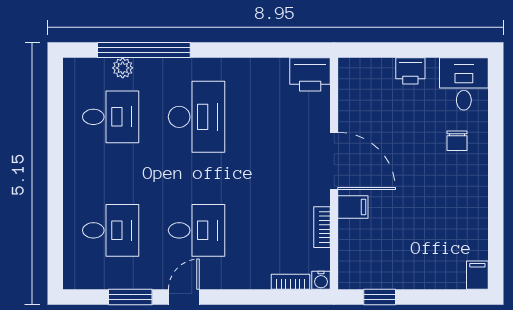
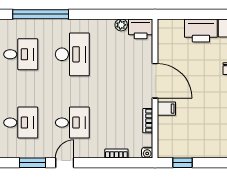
plant: (123, 68) -> (121, 25), moved
printer: (410, 71) -> (201, 30), width x1.87, depth x1.48
bookcase: (291, 282) -> (116, 154), moved

